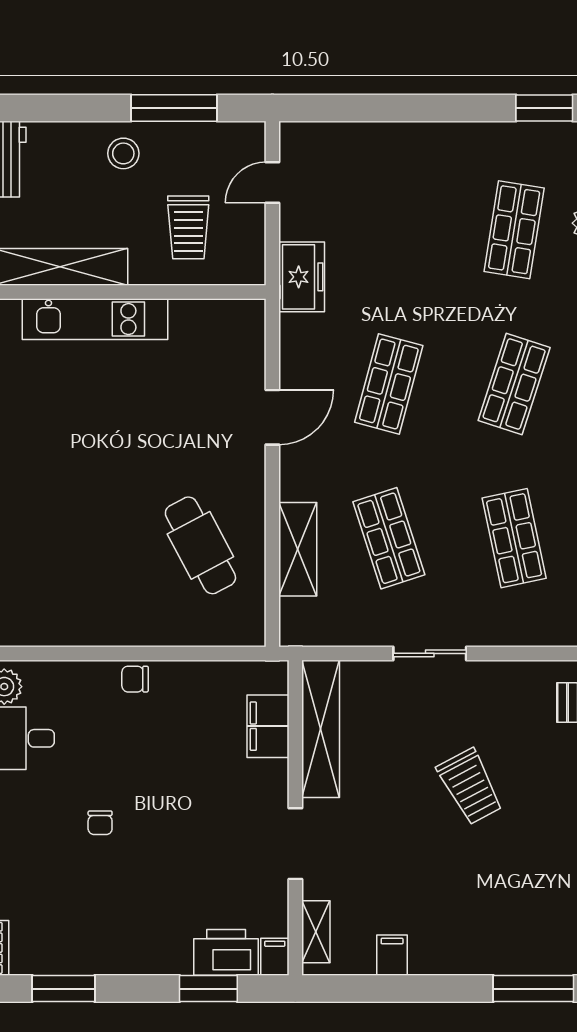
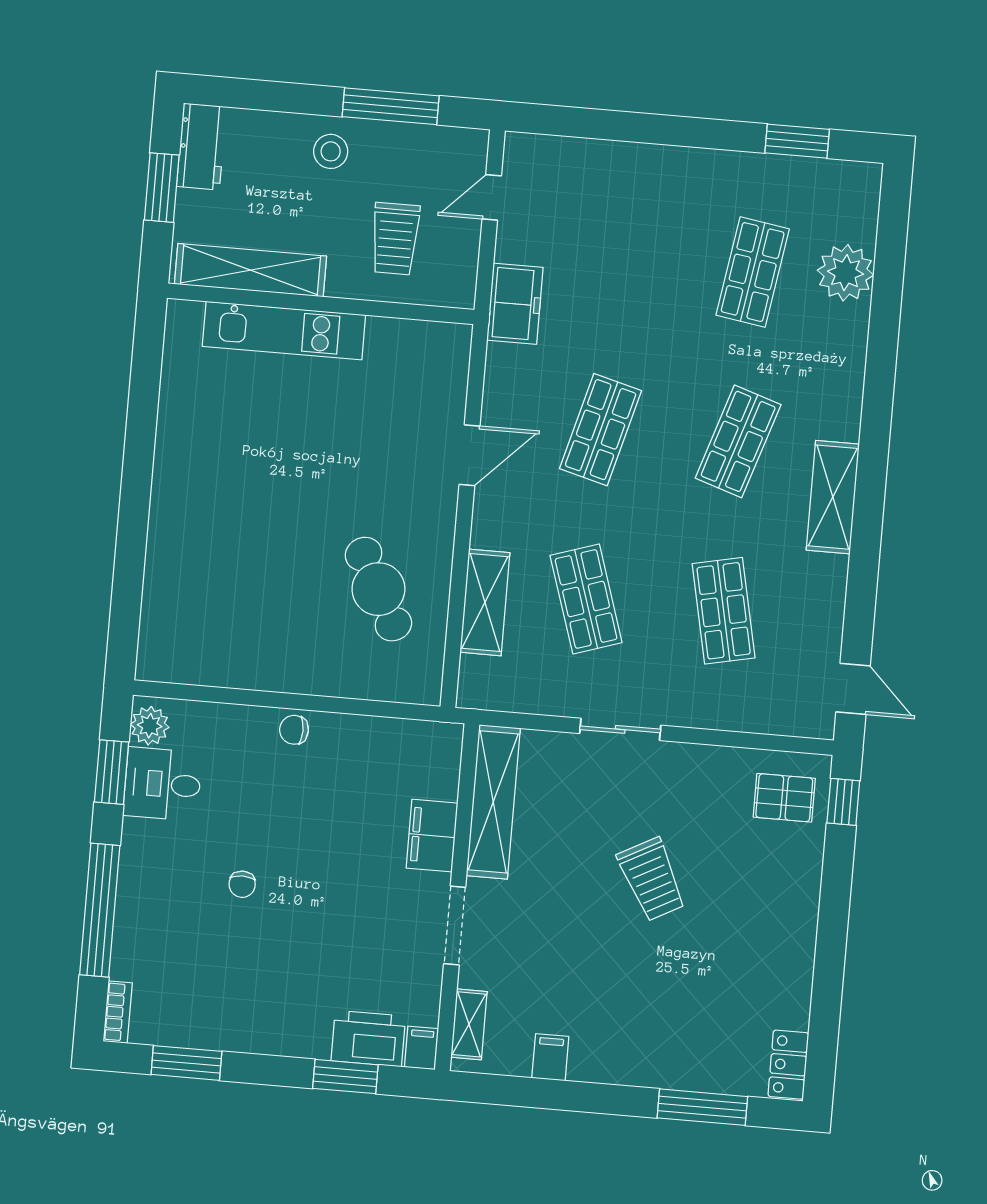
filing cabinet: (268, 726) -> (432, 836), moved

